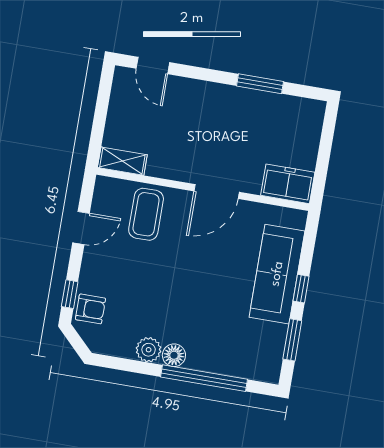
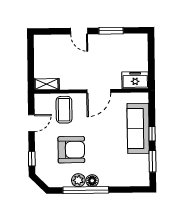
door: (153, 65) -> (79, 31), moved
armchair: (90, 309) -> (71, 150), moved, width x1.88, depth x1.88
window: (204, 378) -> (86, 190), moved

